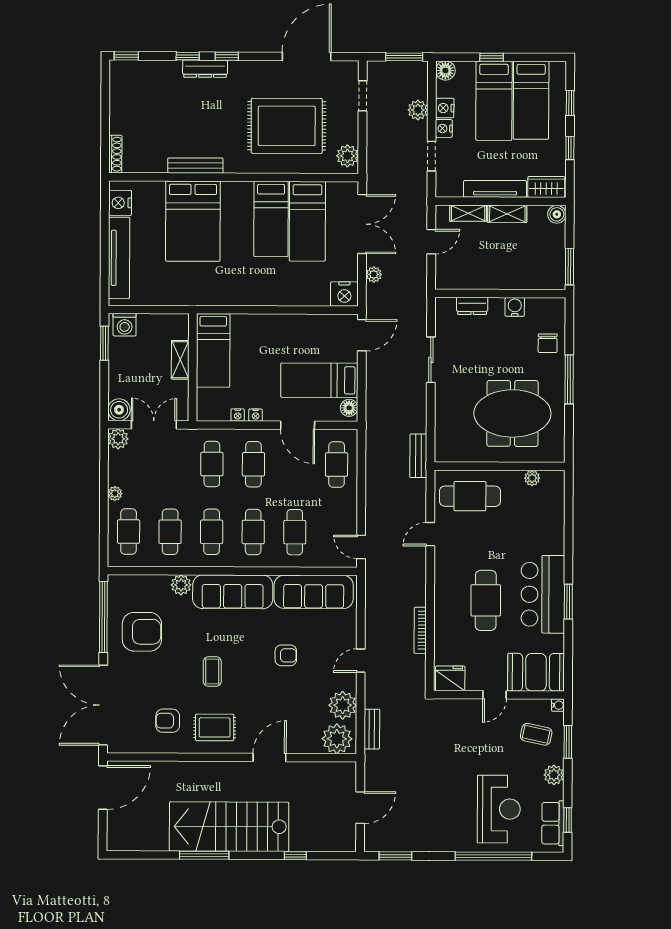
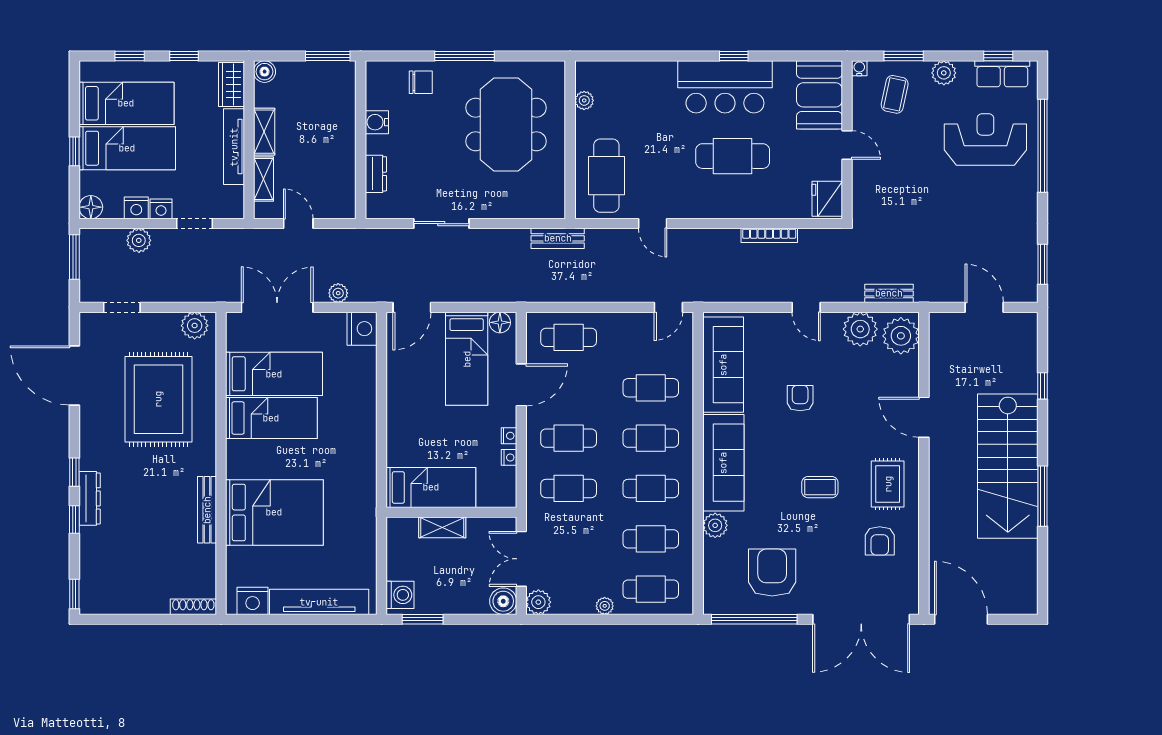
door: (362, 335) -> (412, 307), swing flipped
window: (568, 602) -> (734, 56), width x0.67

